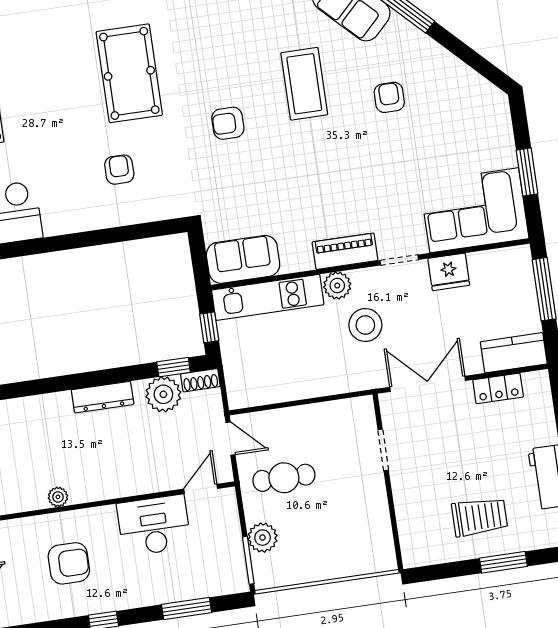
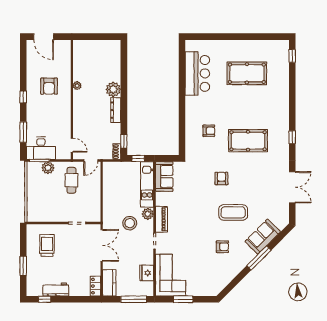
fridge: (449, 272) -> (147, 273), moved
locker: (498, 388) -> (95, 286), moved
plant: (163, 394) -> (113, 89), moved
trolley: (480, 517) -> (47, 245), moved, turned 180
desk: (154, 525) -> (41, 148), moved, turned 90

